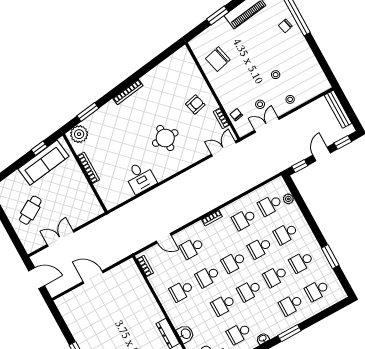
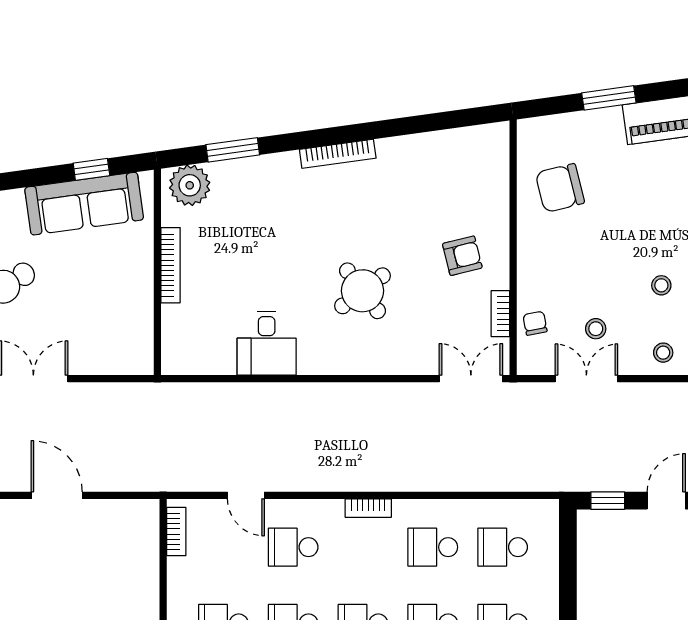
round table: (165, 138) -> (363, 291), turned -37
plant: (288, 199) -> (547, 555), removed

